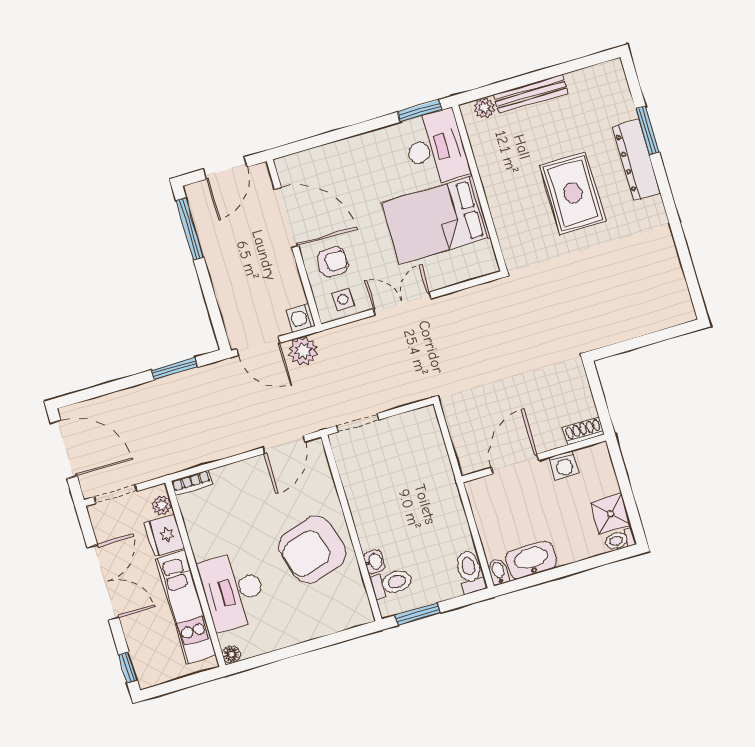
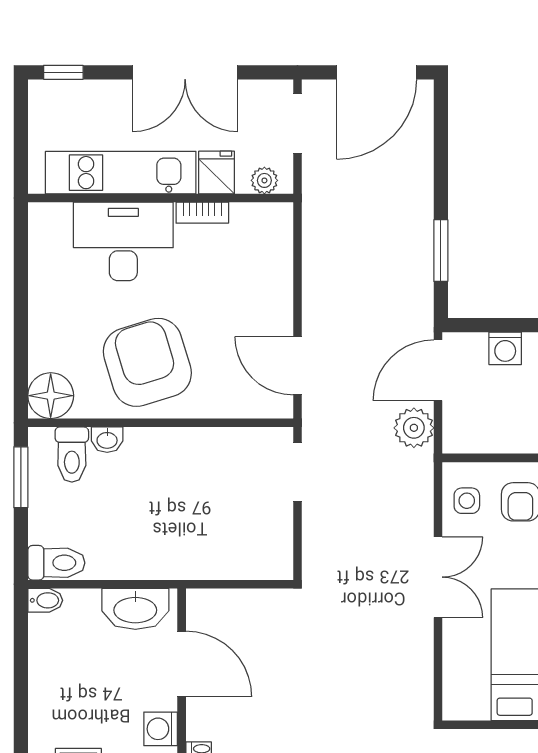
washing machine: (301, 318) -> (505, 348), moved, turned 180
bookcase: (191, 483) -> (202, 213), moved, turned -90
fridge: (165, 535) -> (217, 172), width x0.72
washbasin: (531, 560) -> (135, 609), moved, turned 90
floor lamp: (231, 654) -> (51, 396), moved, width x1.89, depth x1.89

